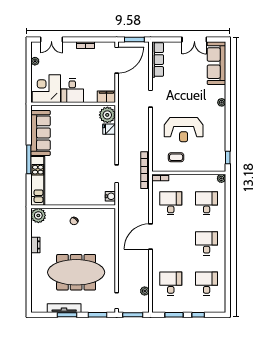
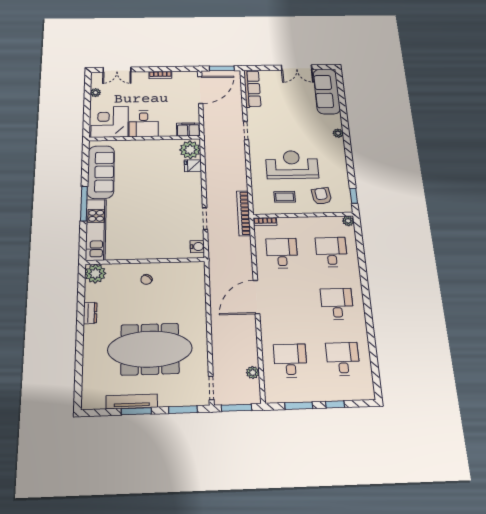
reception desk: (184, 130) -> (292, 165), turned 180
armchair: (204, 157) -> (322, 196), added

